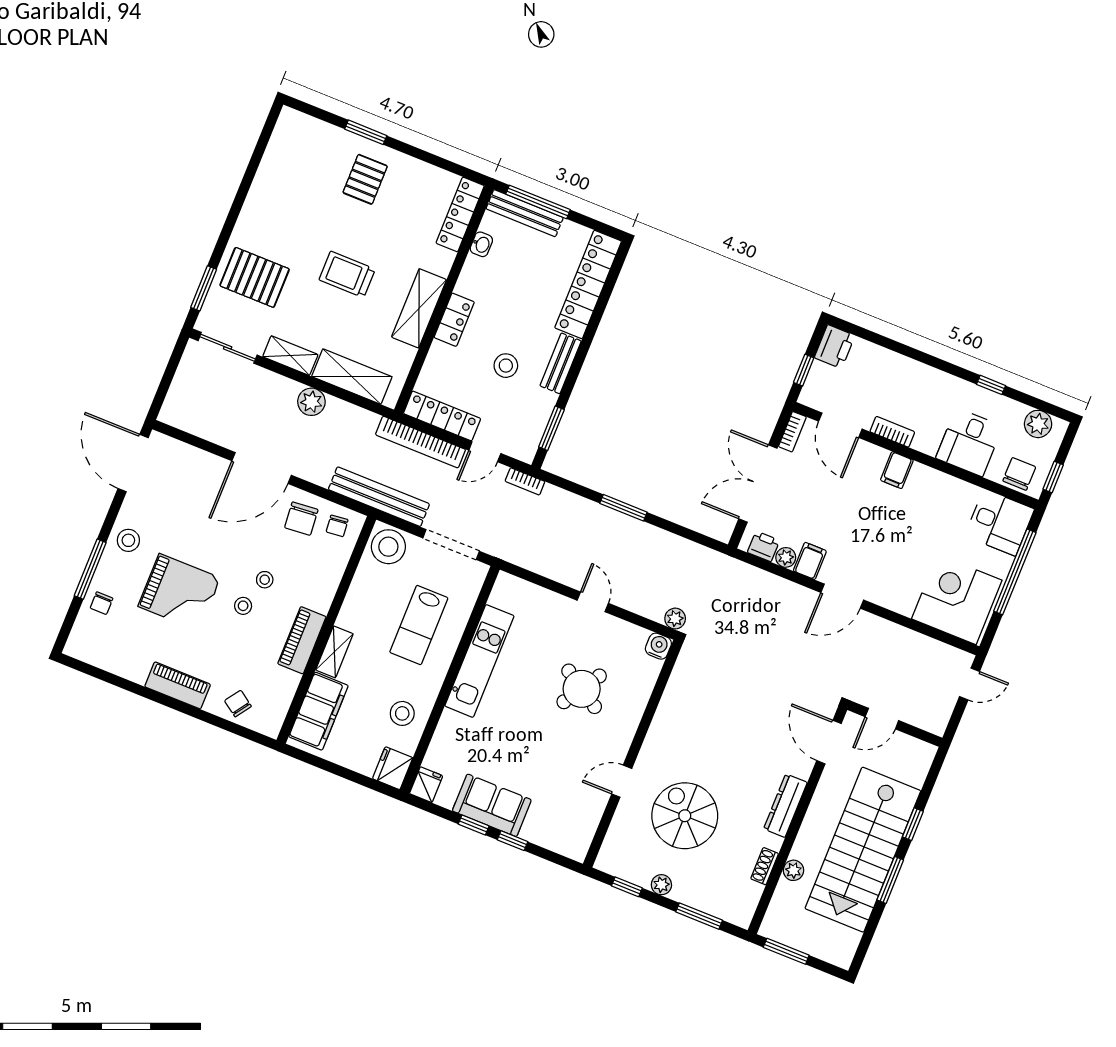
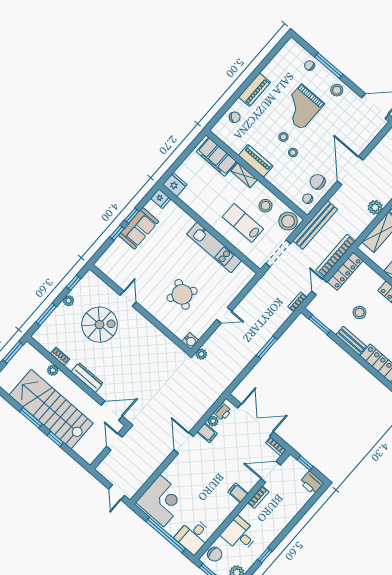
stool: (402, 713) -> (265, 206), moved

